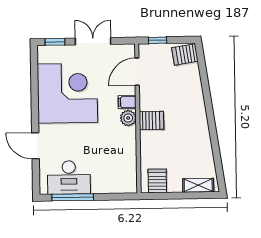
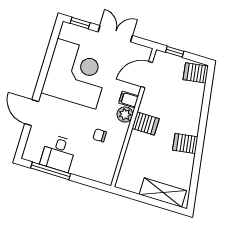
chair: (110, 147) -> (100, 135), added
desk: (69, 177) -> (58, 153), width x0.73
server rack: (157, 181) -> (185, 143), moved, turned -98
shelving: (198, 185) -> (163, 193), width x1.50, depth x1.33

